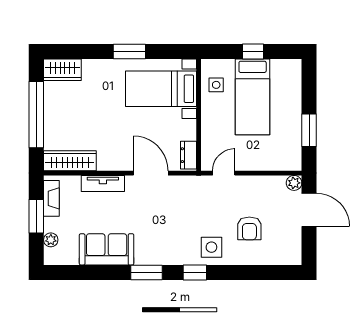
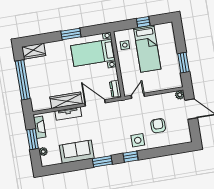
wardrobe: (70, 161) -> (66, 100), moved
armchair: (249, 228) -> (158, 126), turned 180

